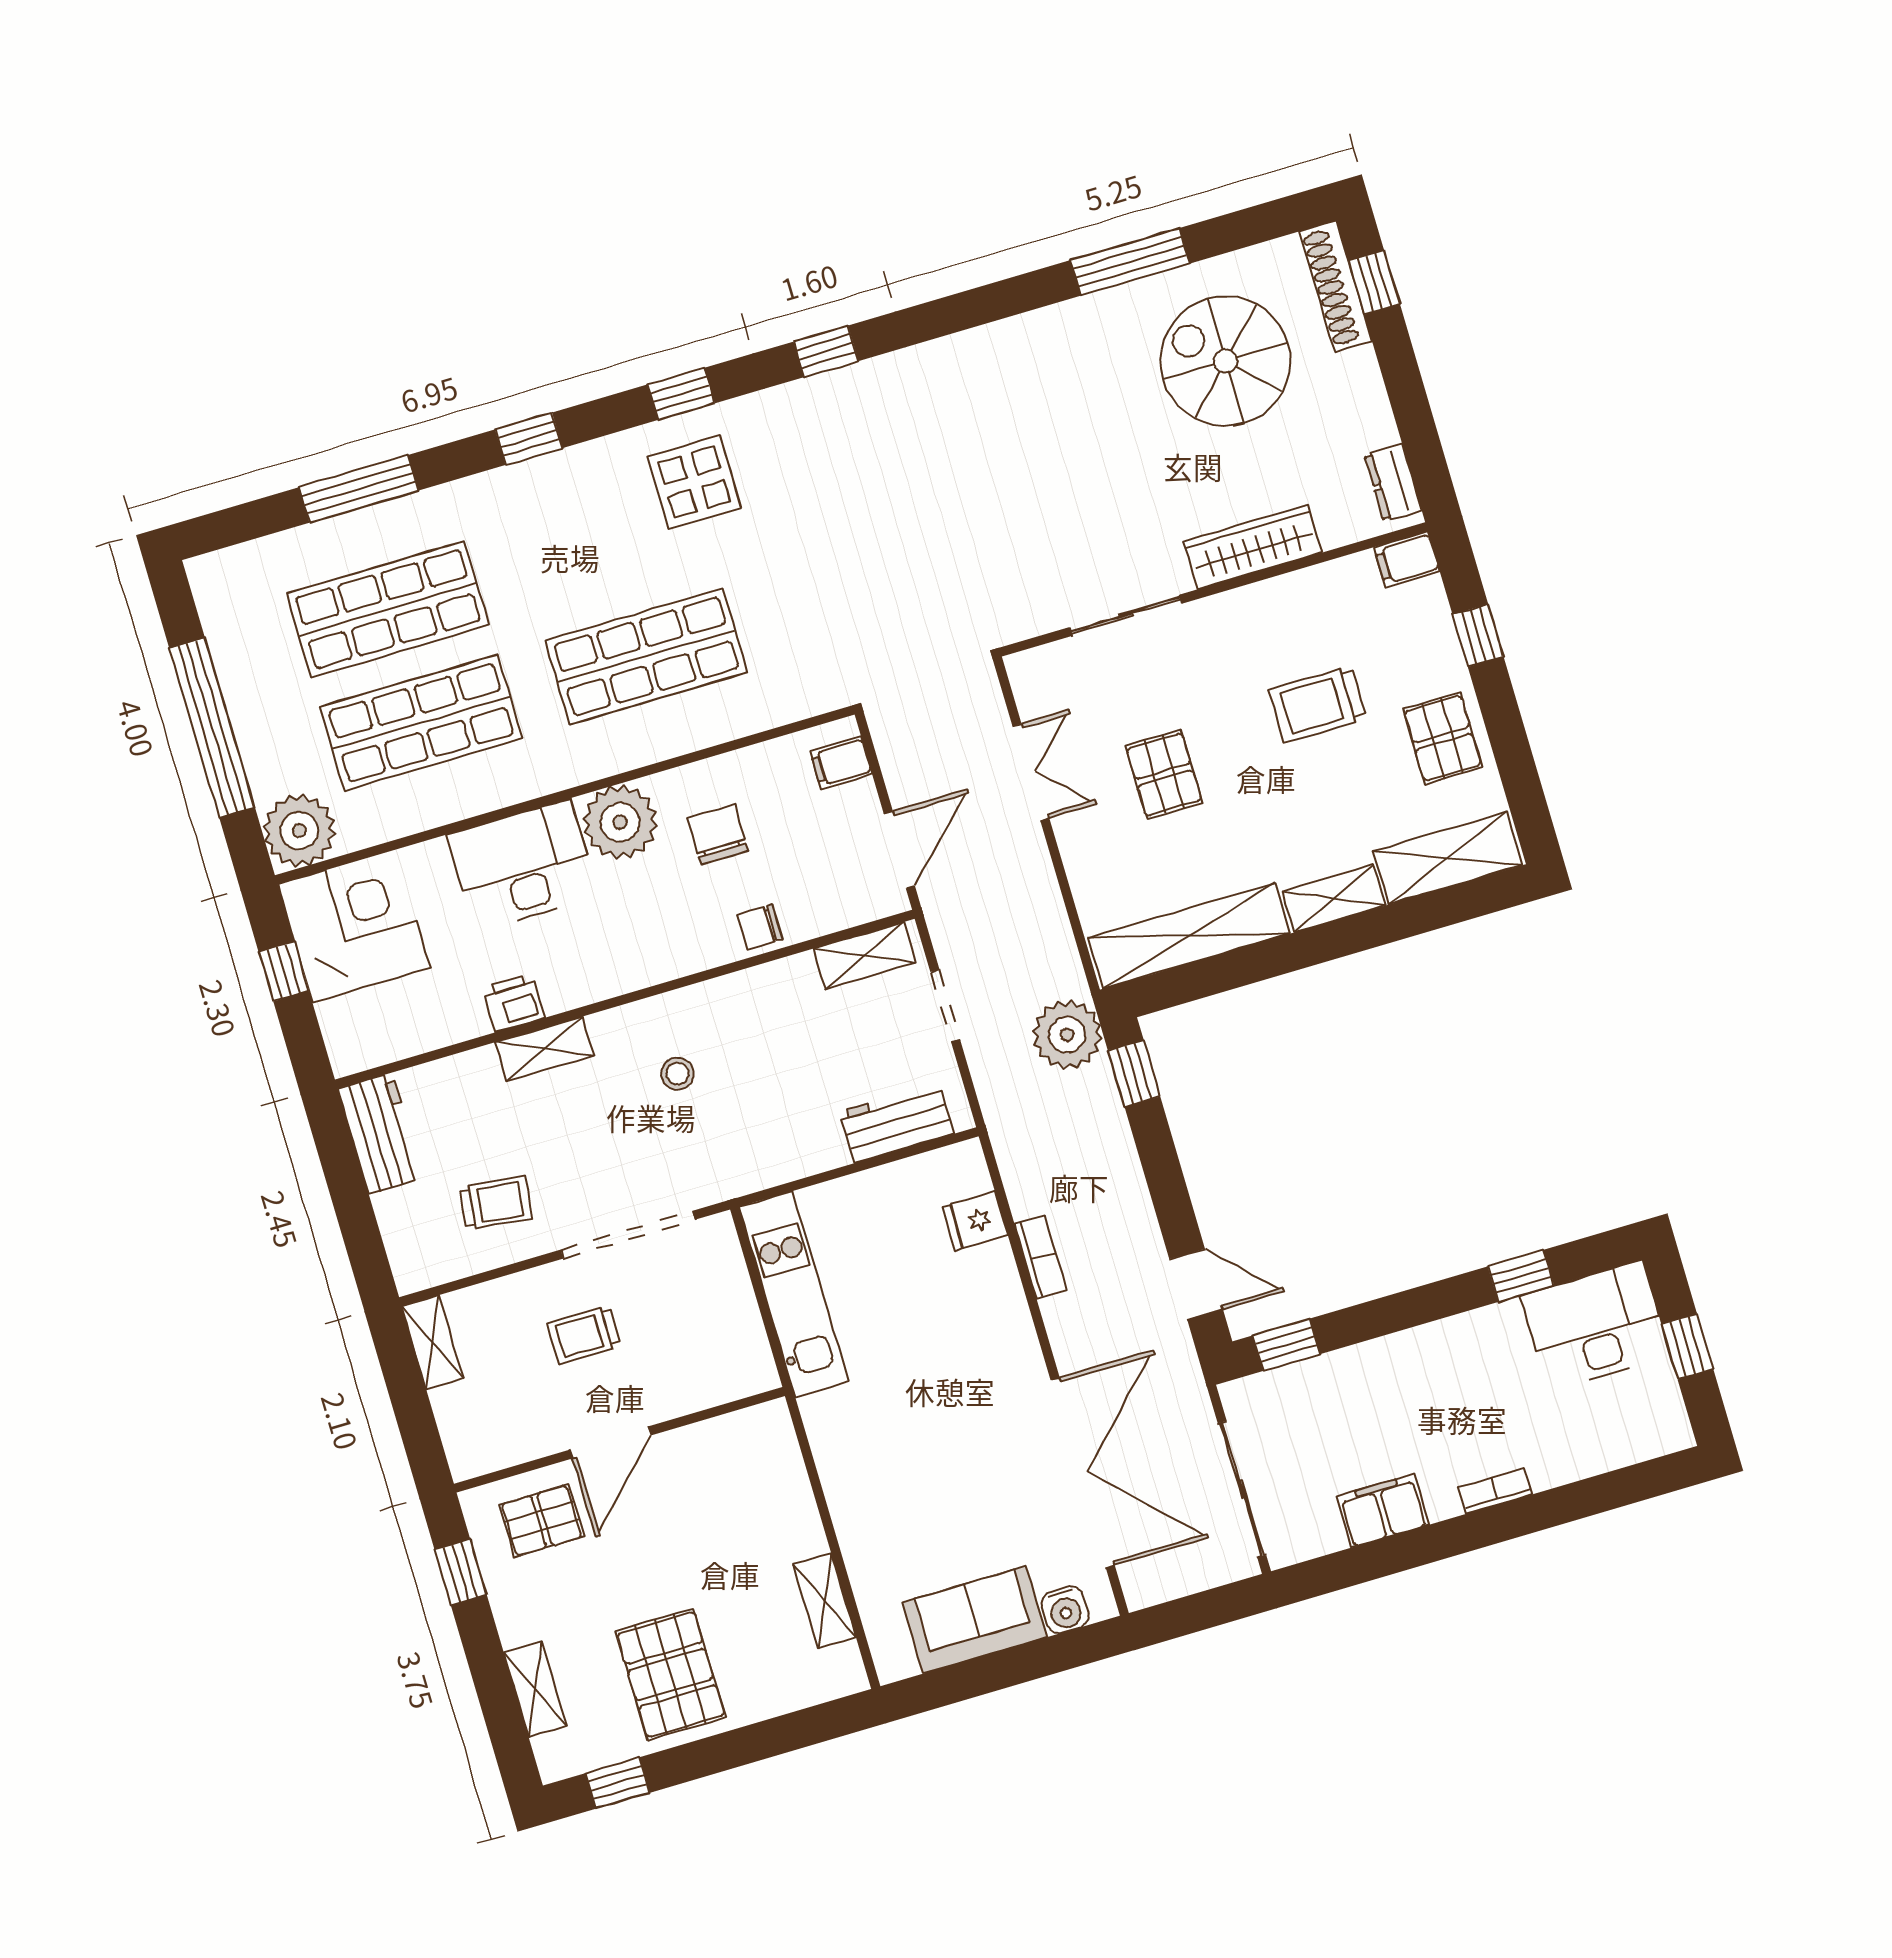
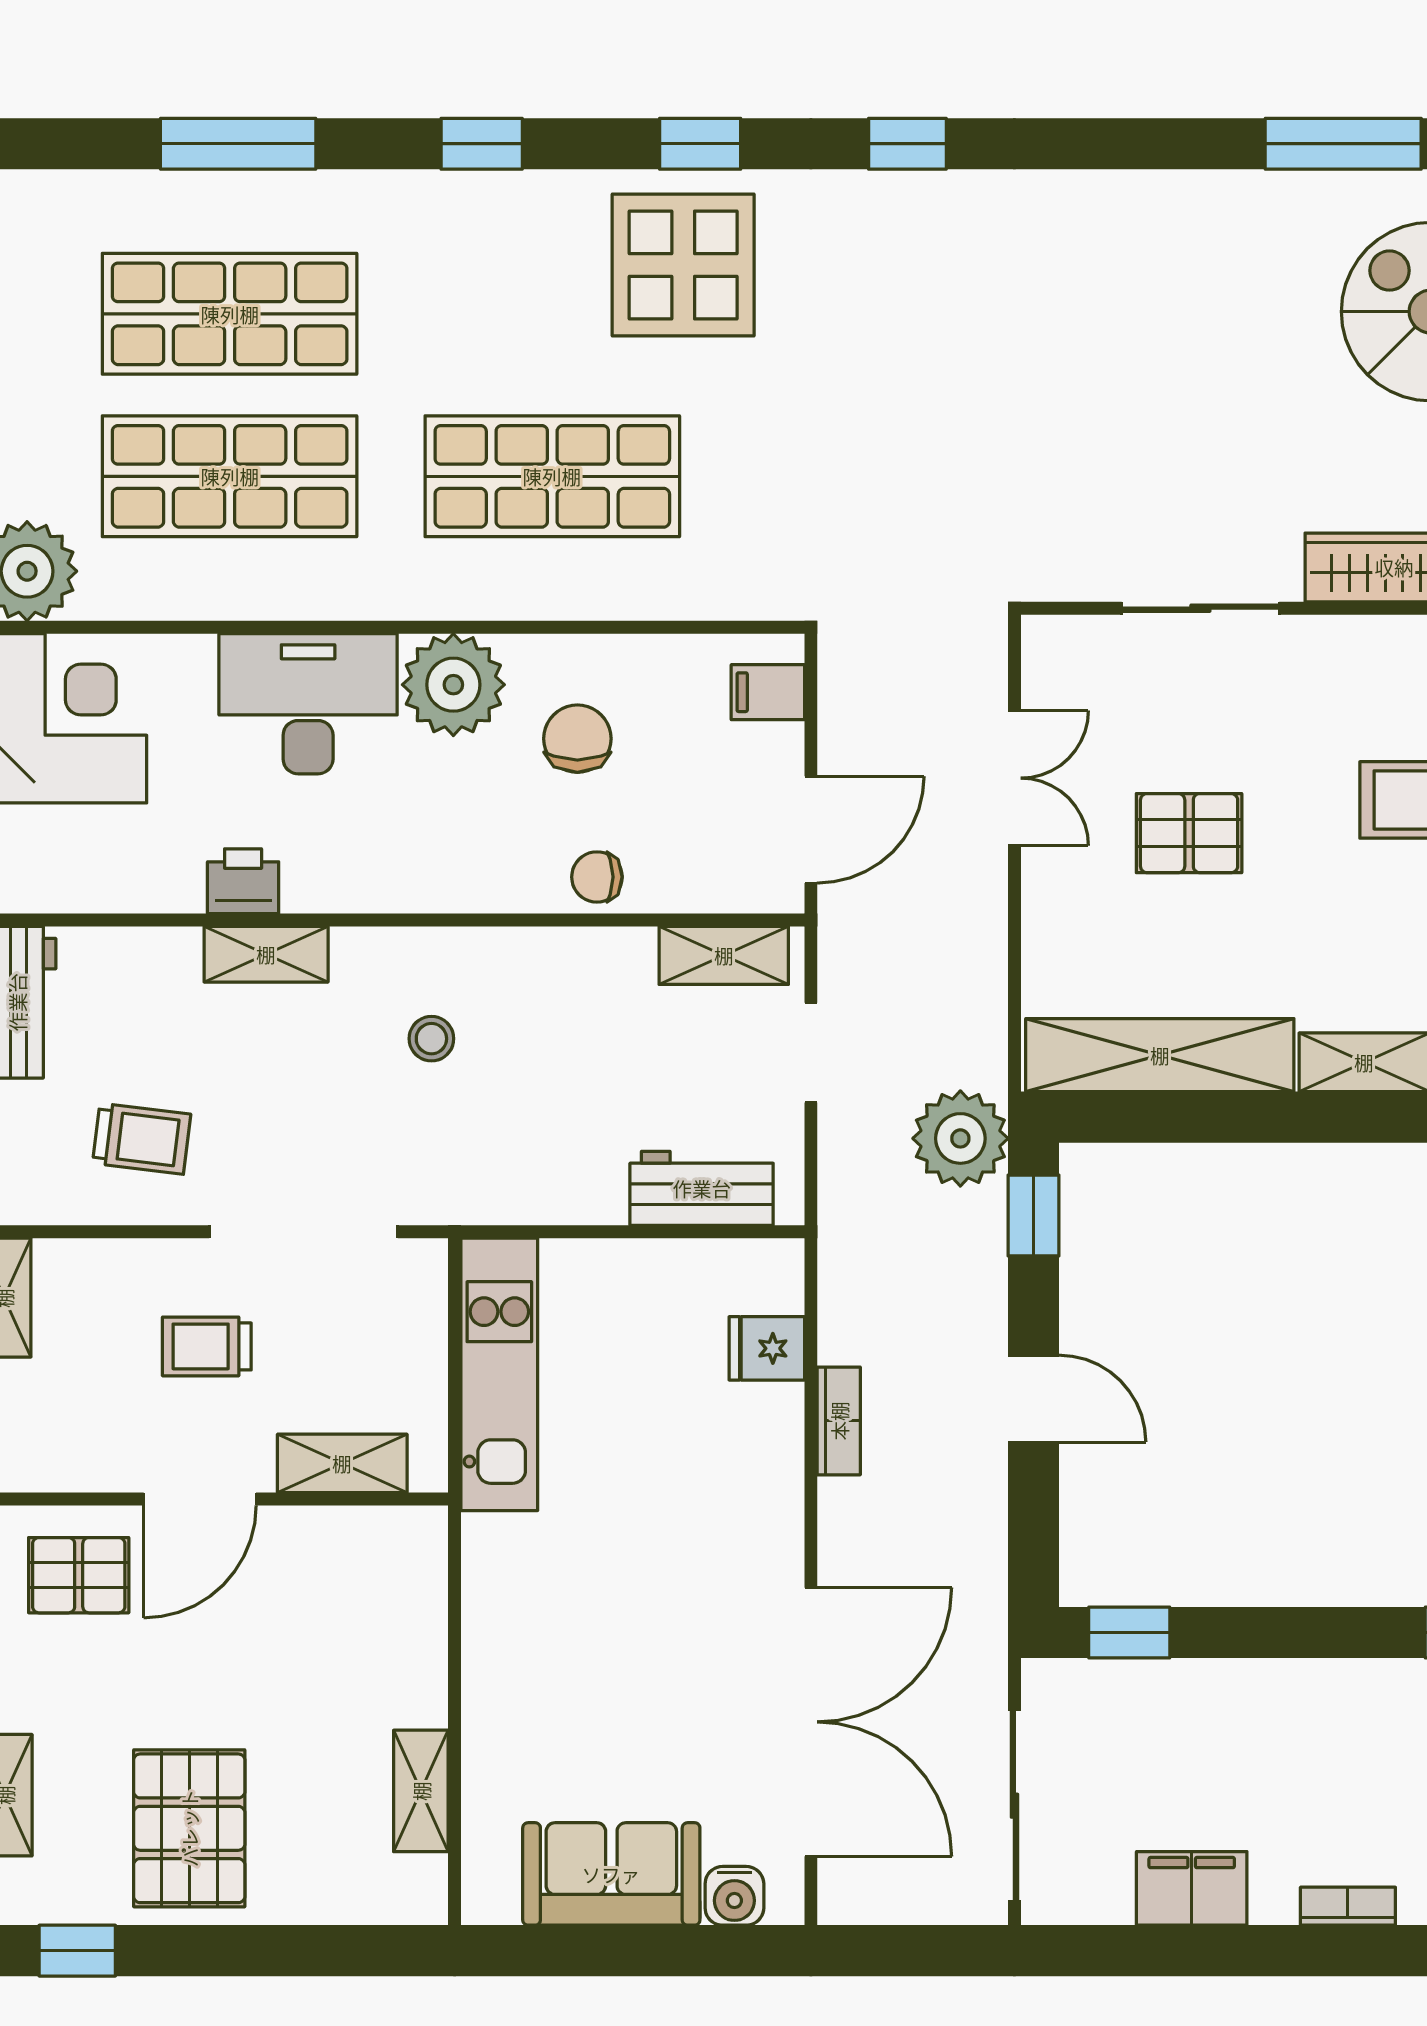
display table: (694, 482) -> (683, 265), width x1.36, depth x1.36
pallet: (1164, 775) -> (1189, 833), turned 90
door: (1196, 1284) -> (1034, 1399), moved
shelving: (702, 1388) -> (342, 1463), added

